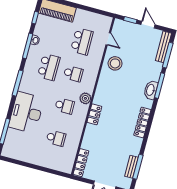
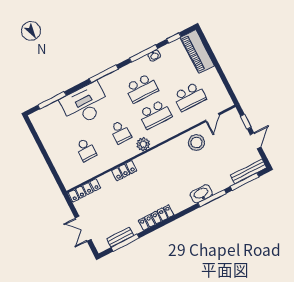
school desk: (73, 74) -> (155, 114), width x1.85
locker: (94, 114) -> (124, 171), moved
locker: (142, 122) -> (156, 218), moved

